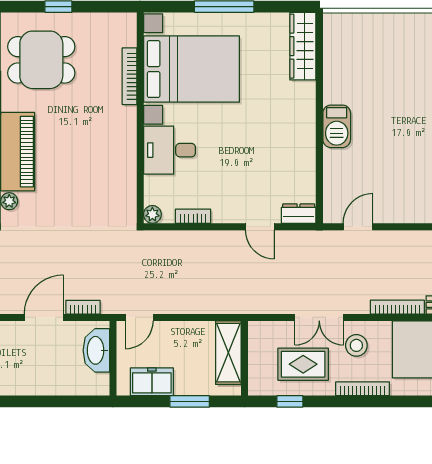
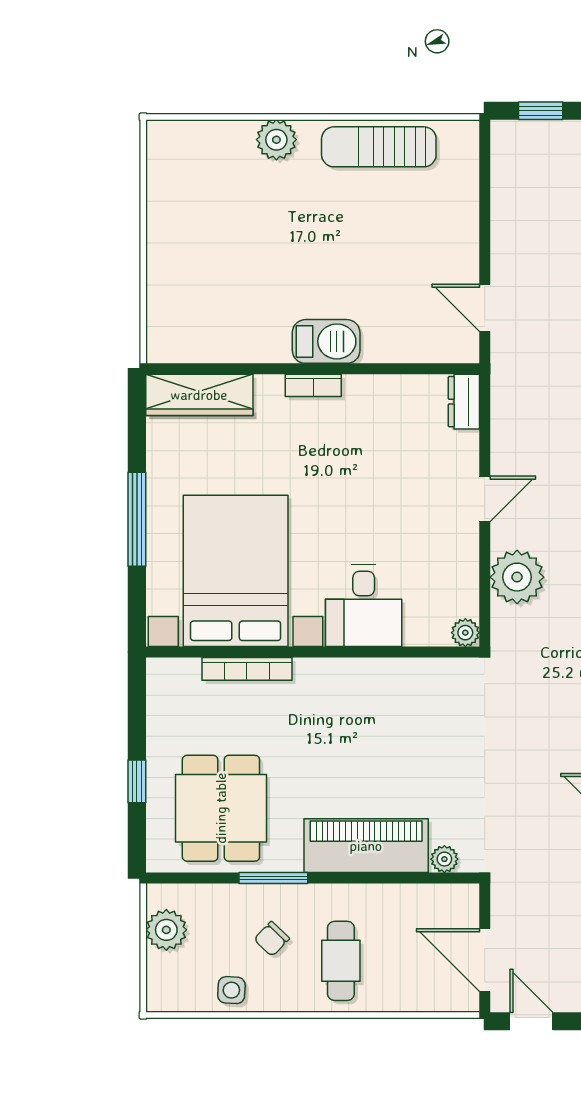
bookcase: (193, 216) -> (313, 385), moved, turned -90
door: (260, 227) -> (485, 499), moved
plant: (188, 247) -> (517, 577), added

